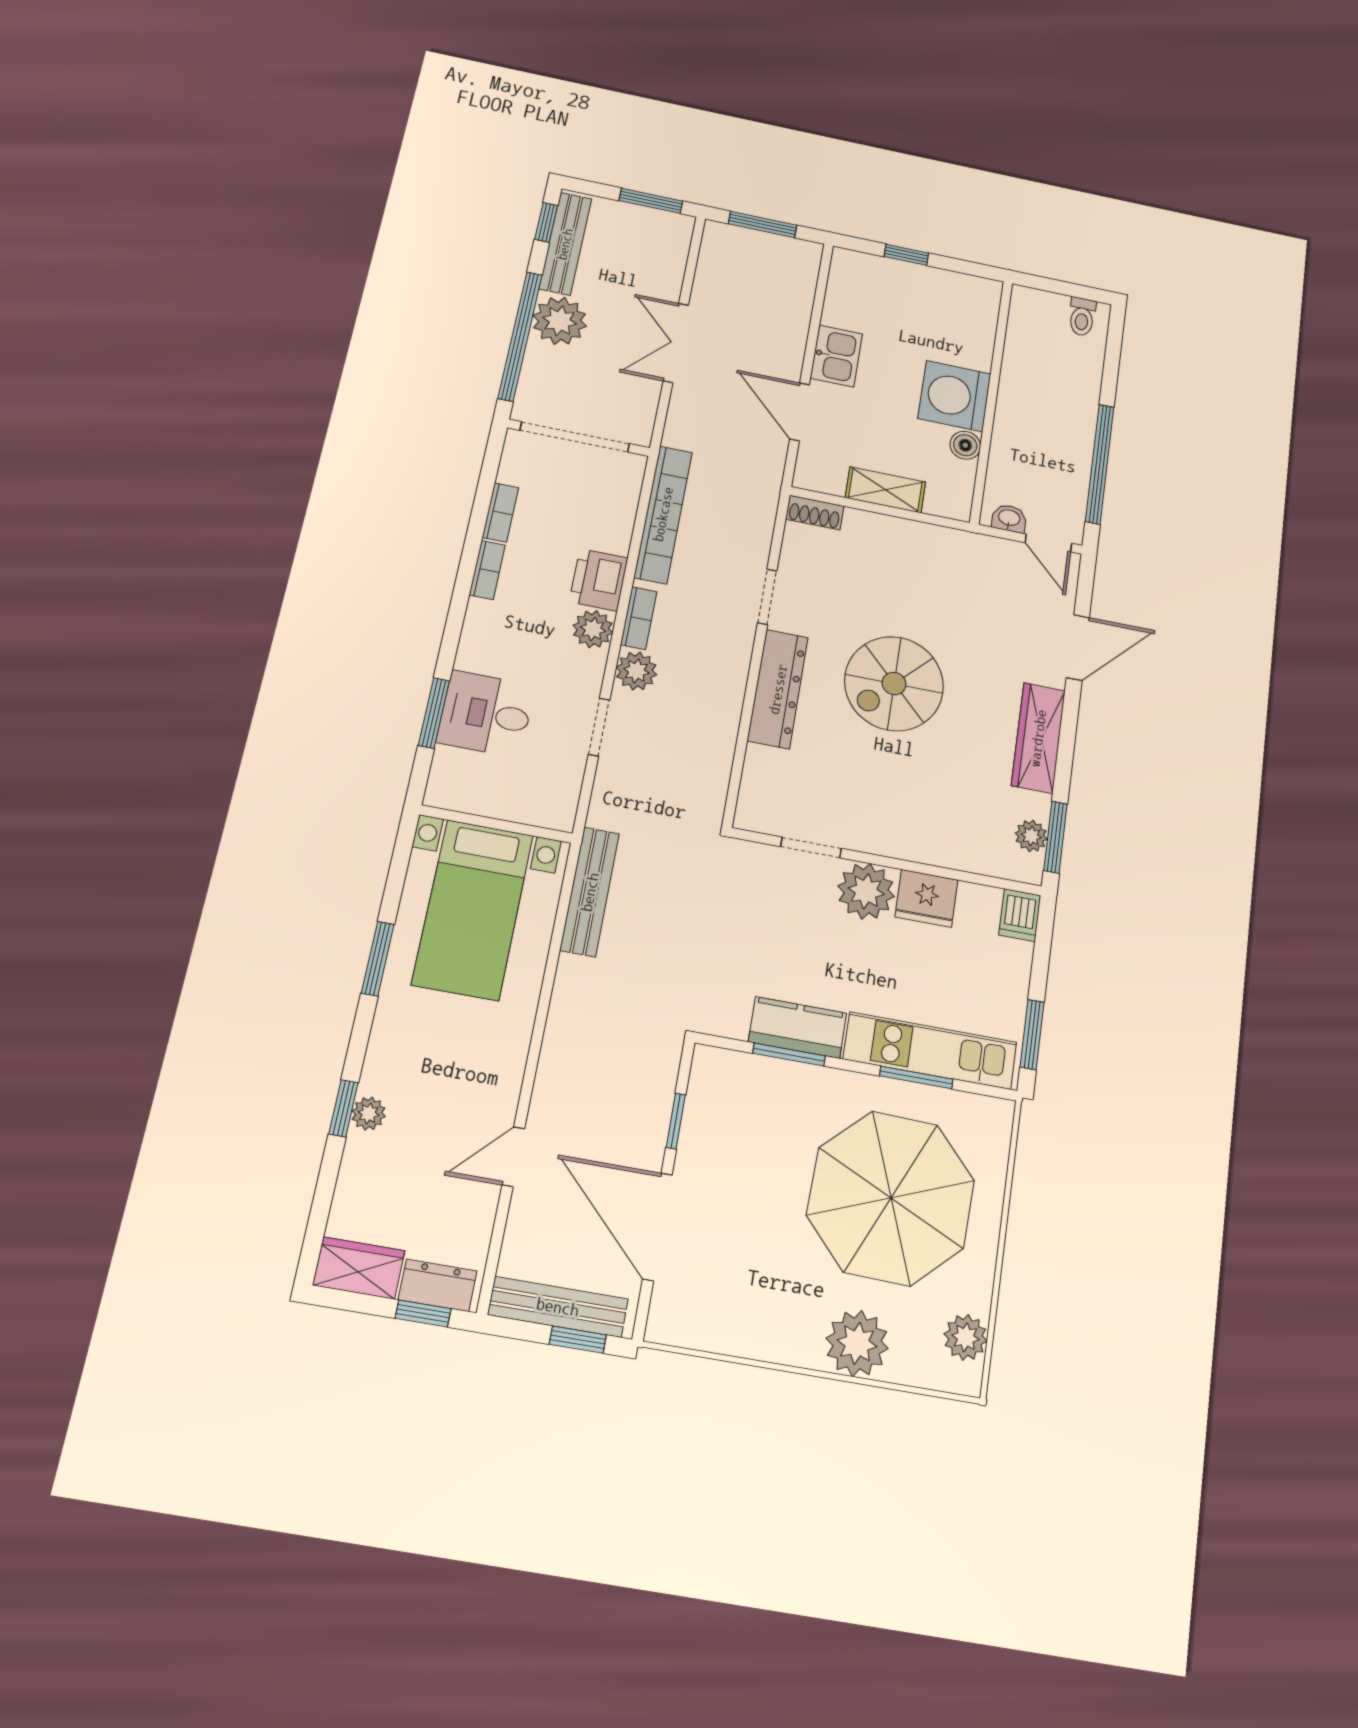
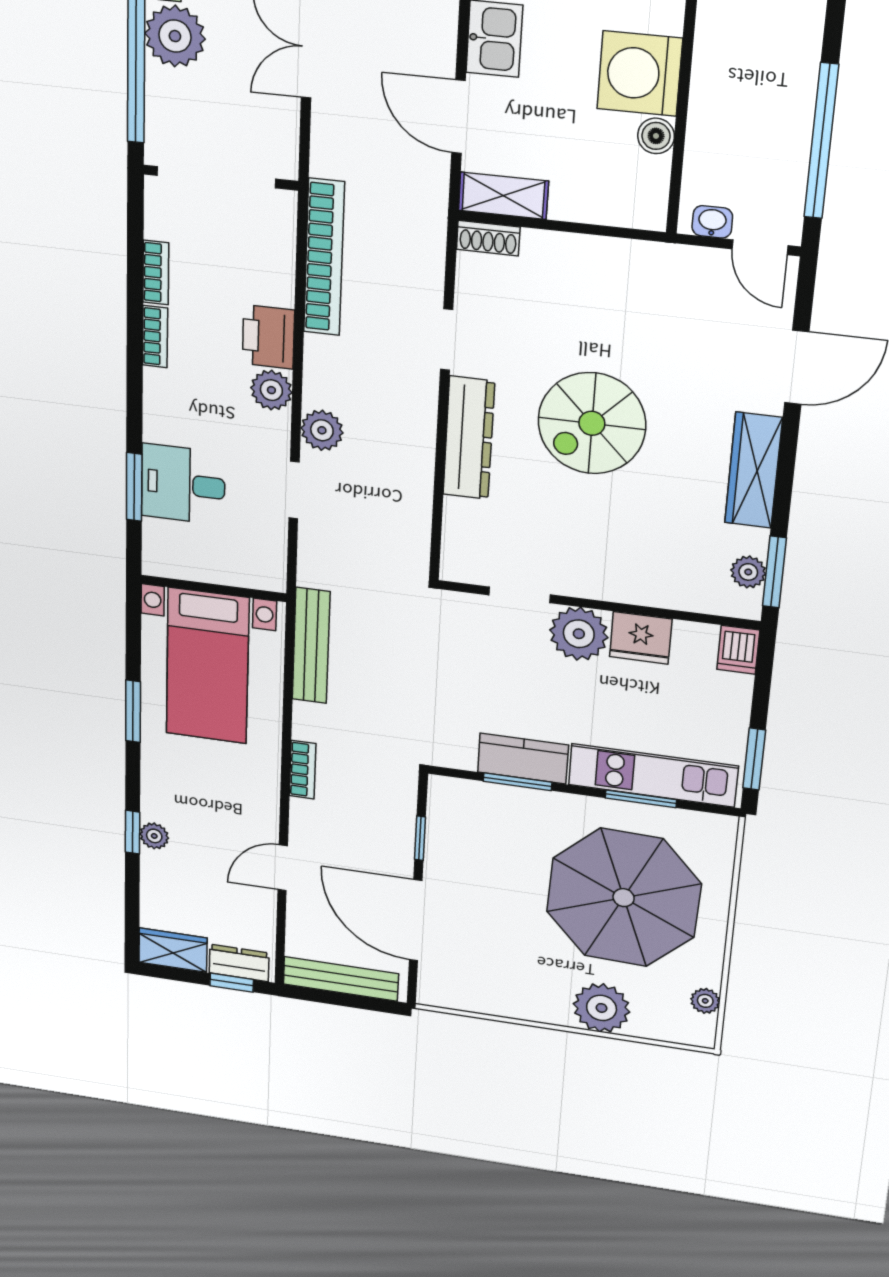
shelving: (885, 490) -> (503, 196), moved
bookcase: (639, 618) -> (303, 770), moved
plant: (965, 1337) -> (705, 1001), width x0.73, depth x0.73
window: (578, 1340) -> (361, 1002), removed

